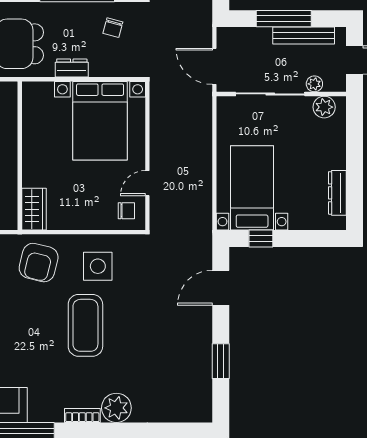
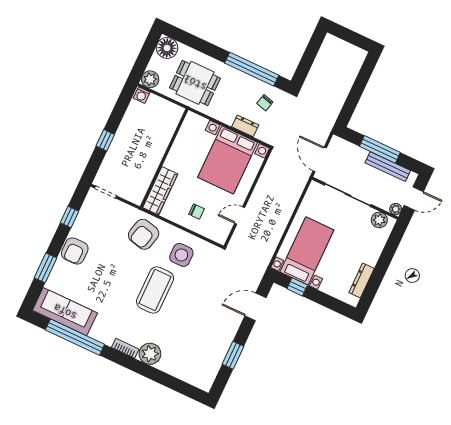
dresser: (72, 68) -> (245, 126), moved
plant: (314, 84) -> (396, 209), moved
wardrobe: (34, 209) -> (160, 191), width x1.50
chair: (126, 211) -> (197, 212), moved

